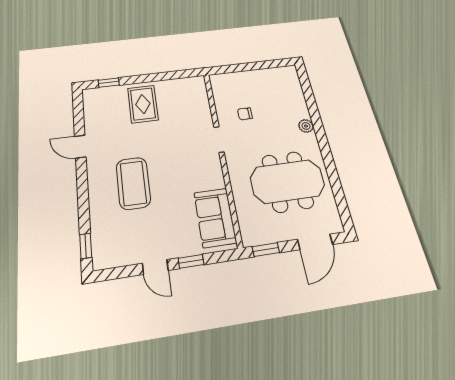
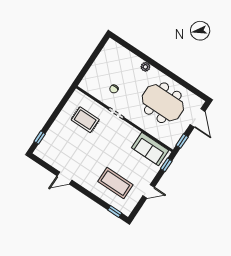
rug: (143, 104) -> (85, 120), moved
meeting table: (287, 181) -> (163, 103), turned 90
coffee table: (133, 183) -> (115, 183), moved
window: (191, 261) -> (166, 165), moved

